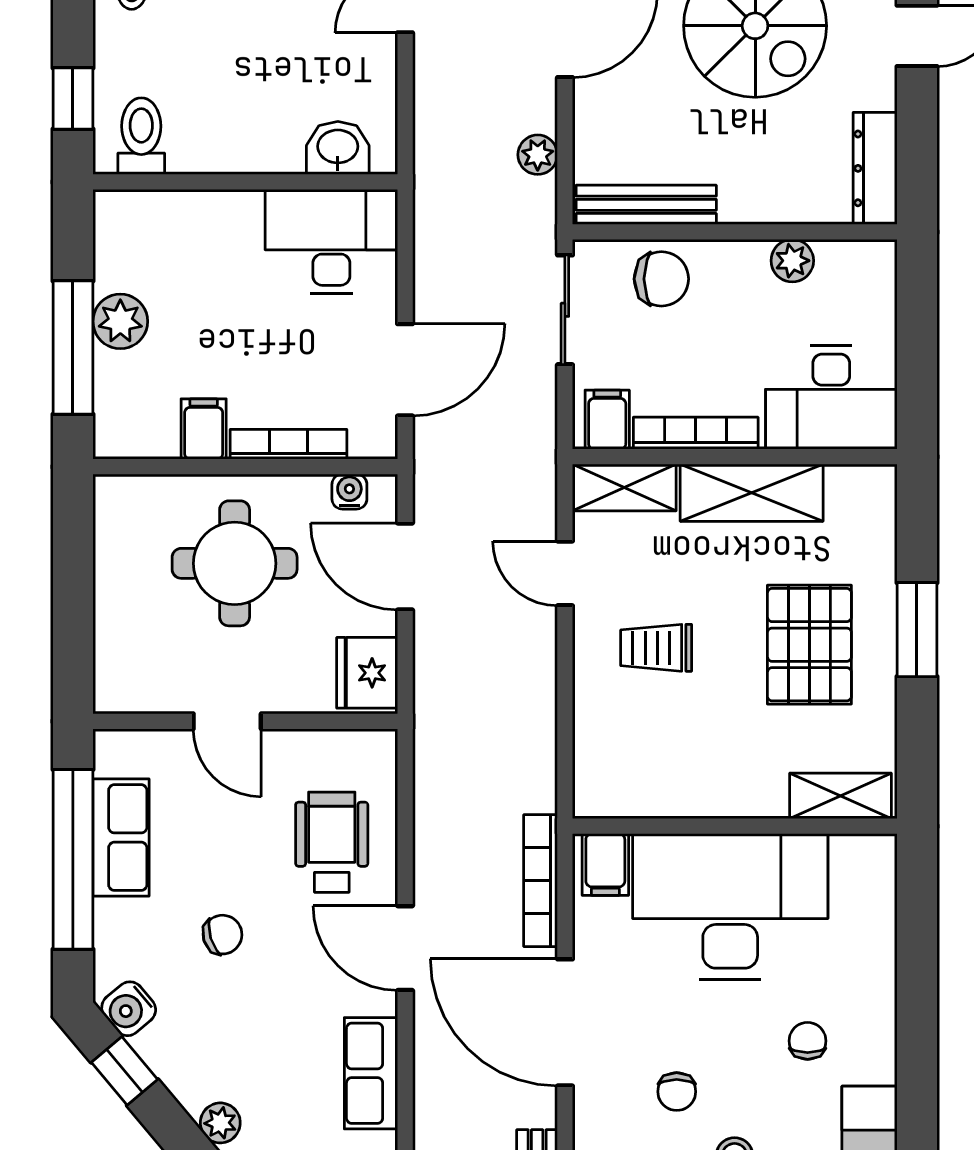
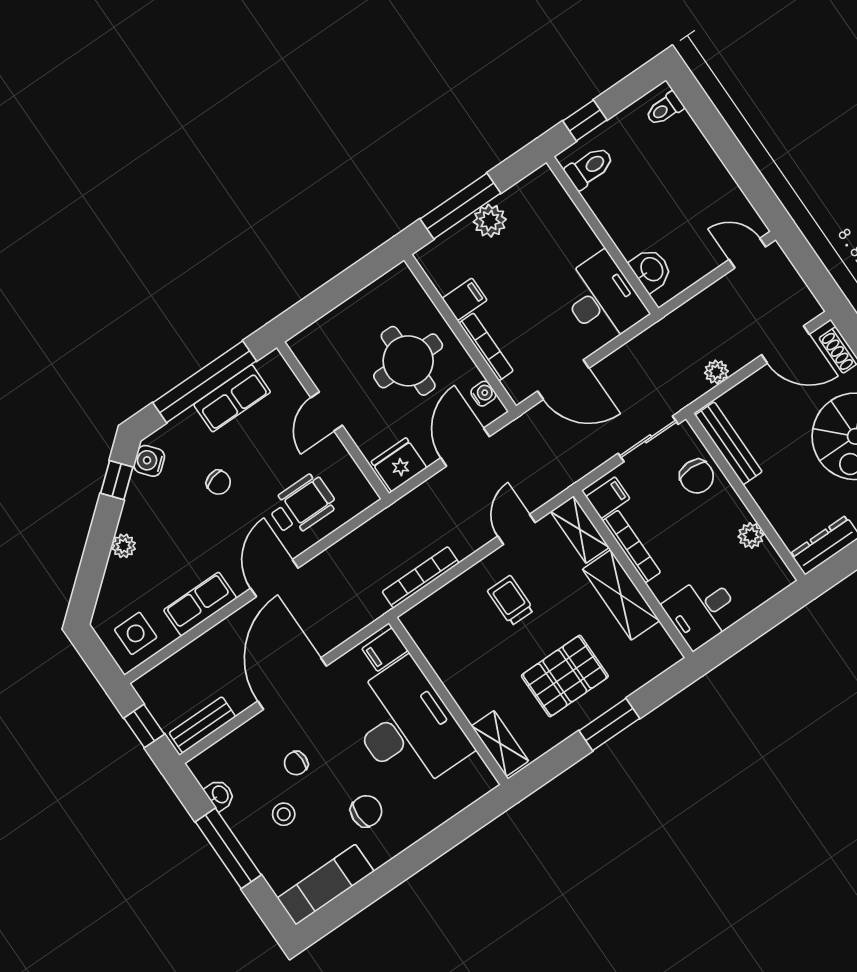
desk: (831, 398) -> (702, 611), width x0.73
bookcase: (541, 881) -> (421, 577), moved
chair: (808, 1041) -> (366, 811), width x1.37, depth x1.37

